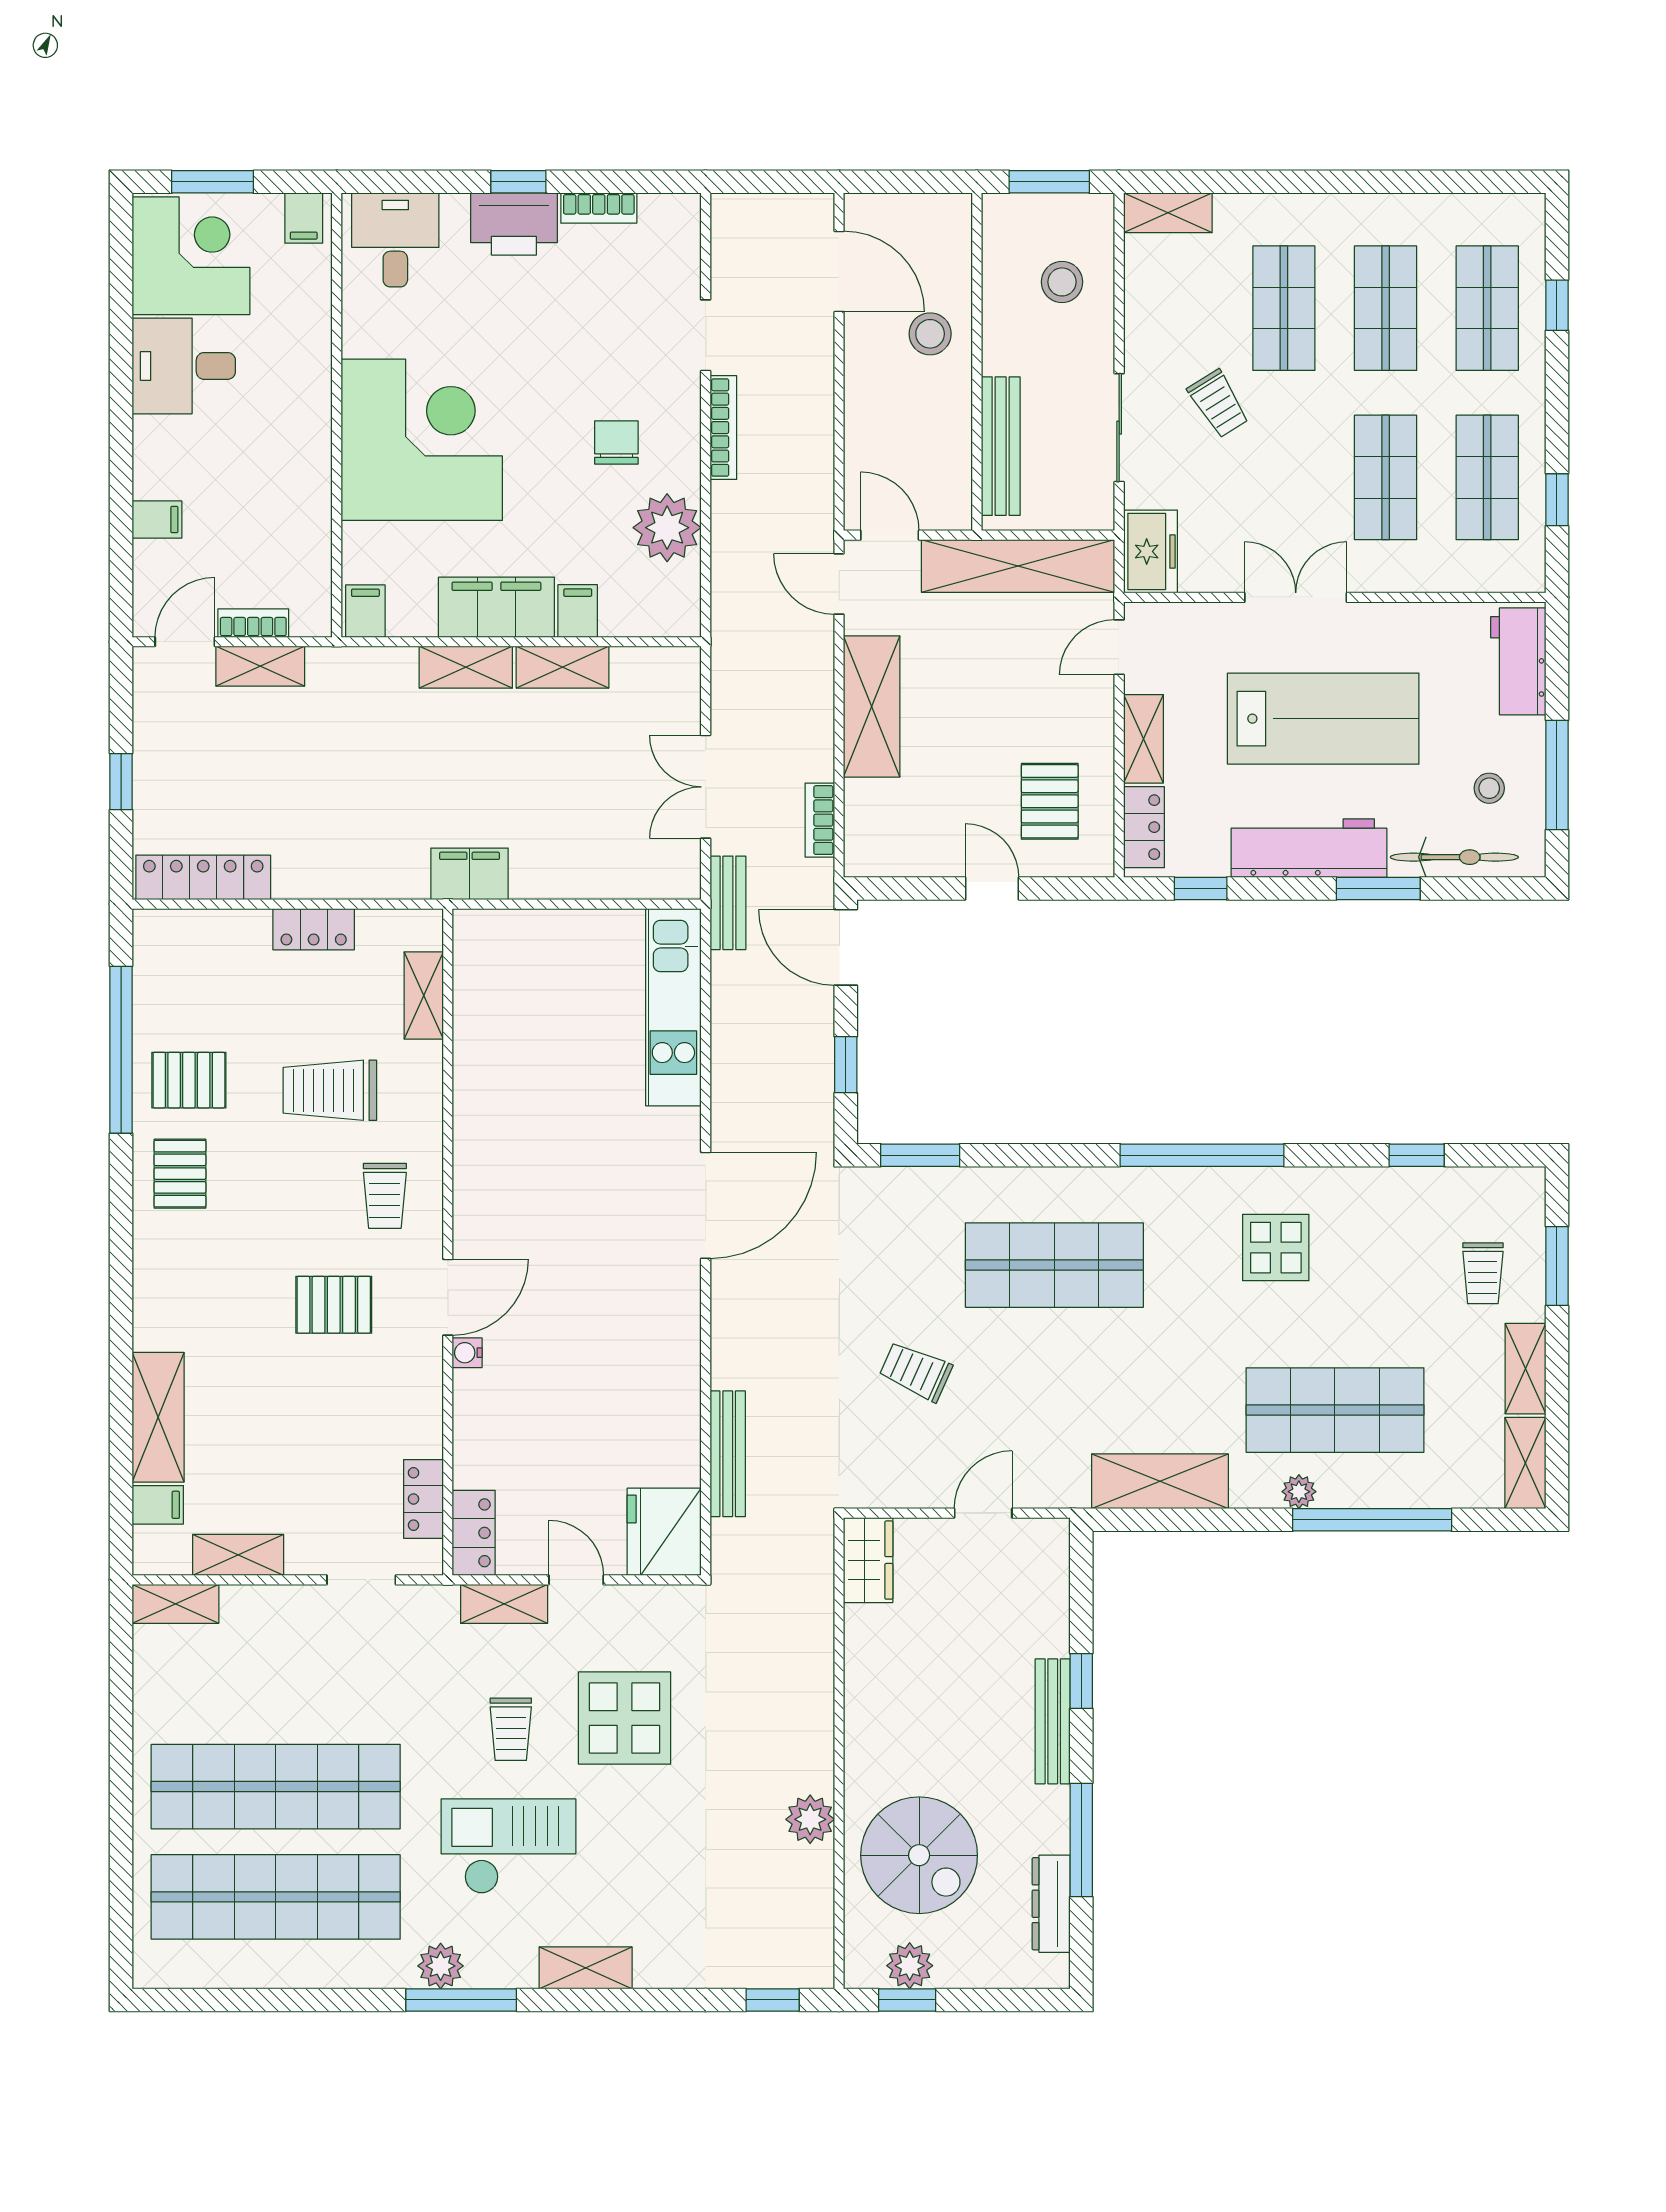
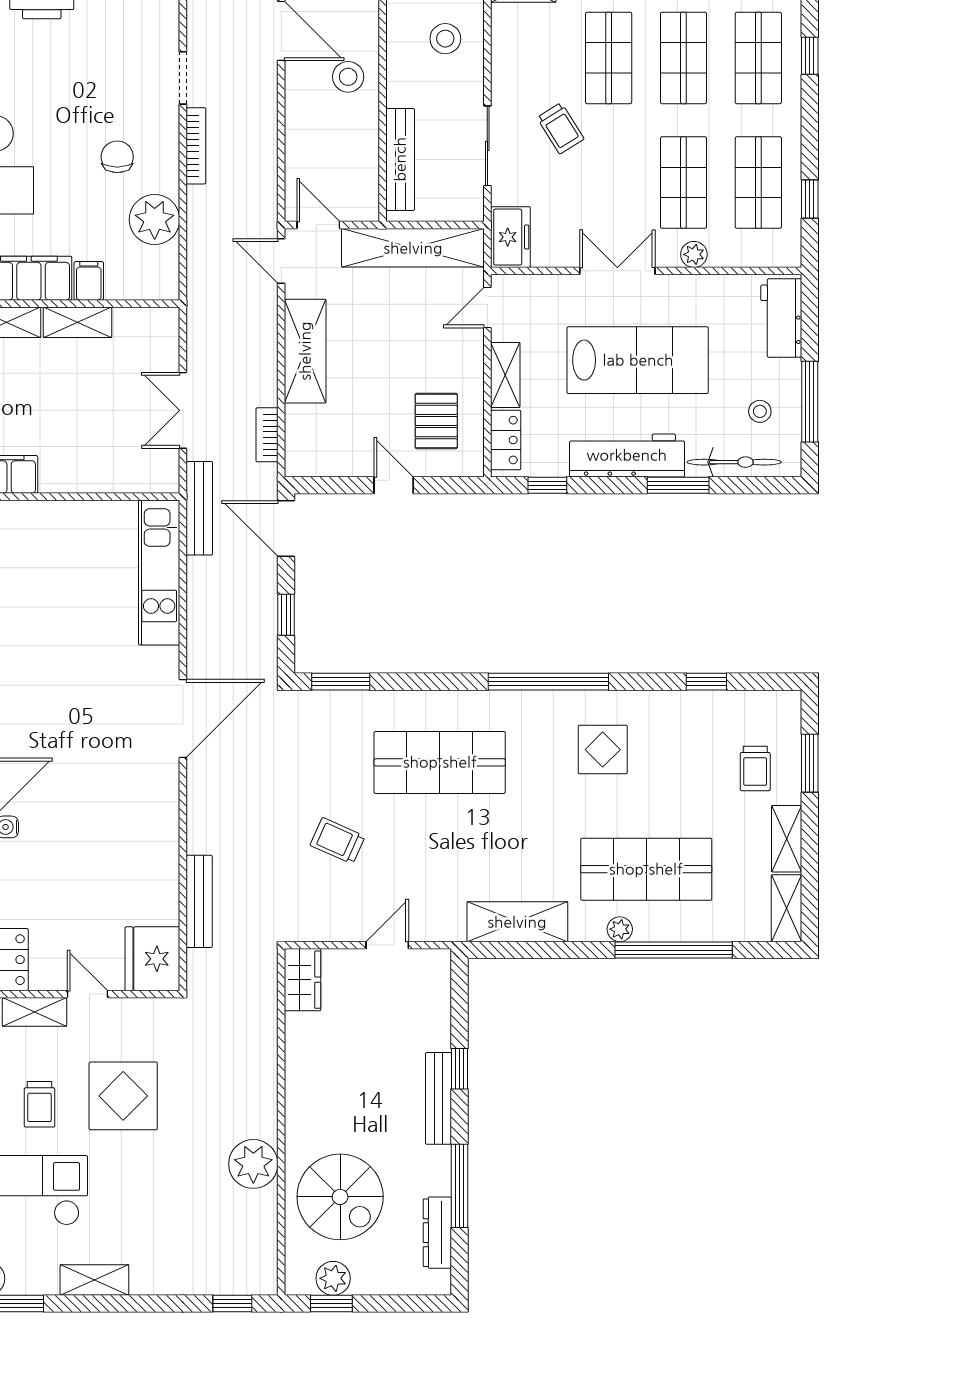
plant: (1400, 575) -> (694, 254), added
bench: (728, 903) -> (199, 508), width x1.36
plant: (810, 1819) -> (253, 1164), width x1.36, depth x1.36

